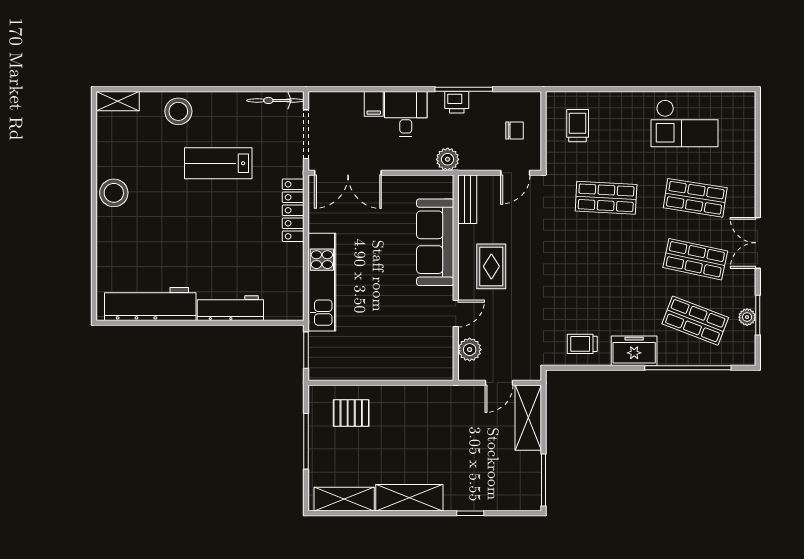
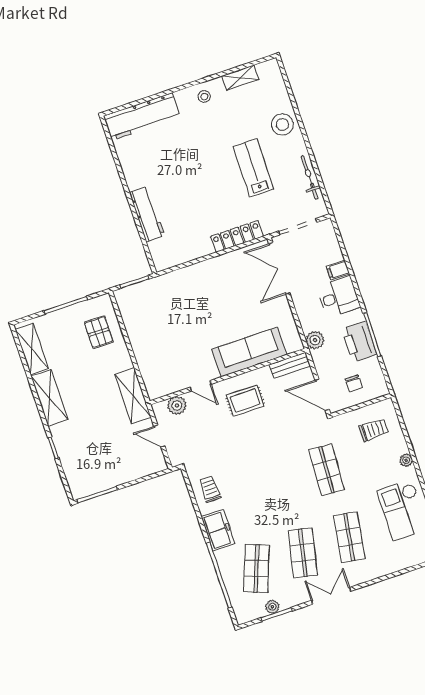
plant: (627, 99) -> (406, 460), added
bicycle: (275, 100) -> (309, 177), moved
shelving: (118, 101) -> (240, 78), moved, turned 90
printer: (457, 102) -> (359, 342), width x1.87, depth x1.48
door: (515, 173) -> (322, 395), width x1.38
stool: (114, 193) -> (204, 97), width x0.53, depth x0.53
kitchen unit: (322, 282) -> (190, 277), removed
workbench: (150, 304) -> (142, 117), moved, turned 90
shelving: (528, 418) -> (133, 396), moved, turned 90

